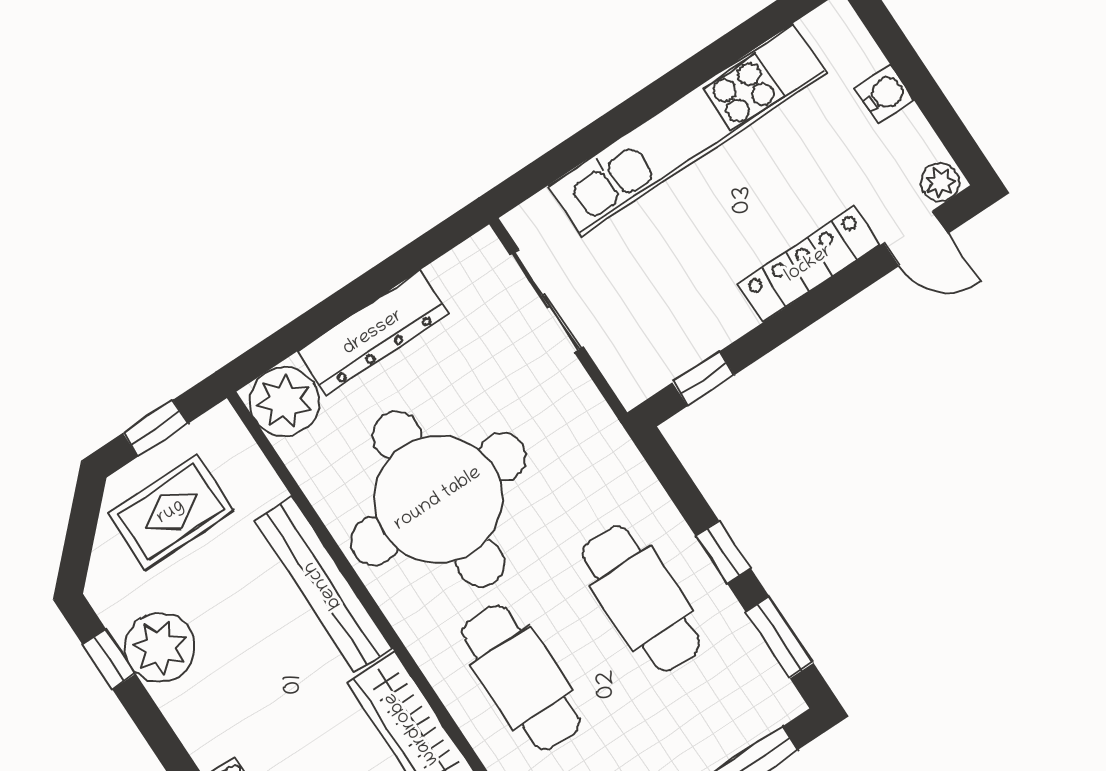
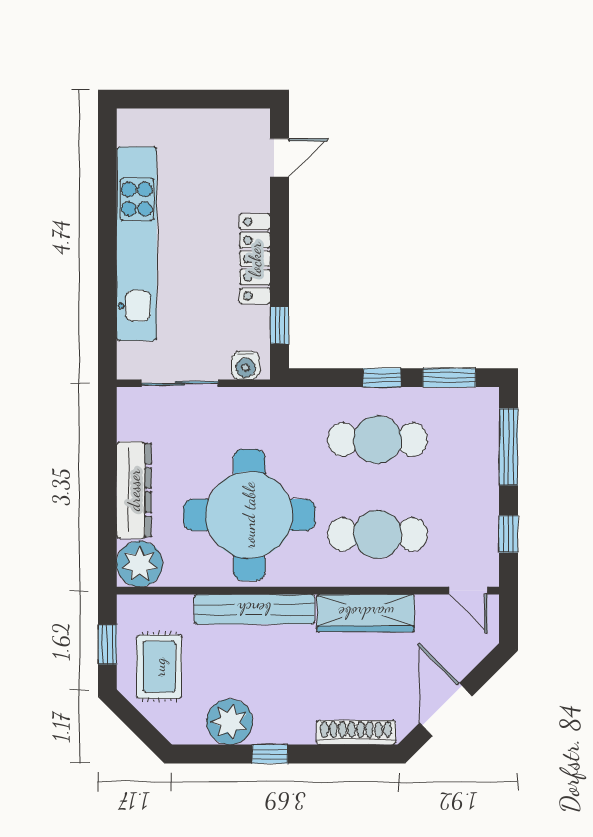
water cooler: (884, 94) -> (246, 365), moved, turned 180
plant: (940, 182) -> (258, 124), removed
locker: (809, 264) -> (255, 259), moved
window: (109, 659) -> (270, 754), moved

